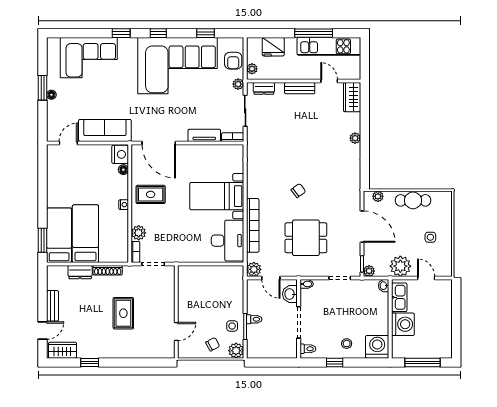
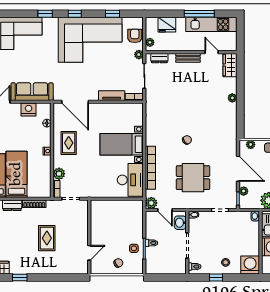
armchair: (233, 61) -> (135, 36), turned 180
nightstand: (120, 154) -> (29, 109), moved, turned -90
rug: (151, 194) -> (69, 143), turned 90
plant: (369, 271) -> (244, 191), moved
plant: (236, 351) -> (137, 268), removed

